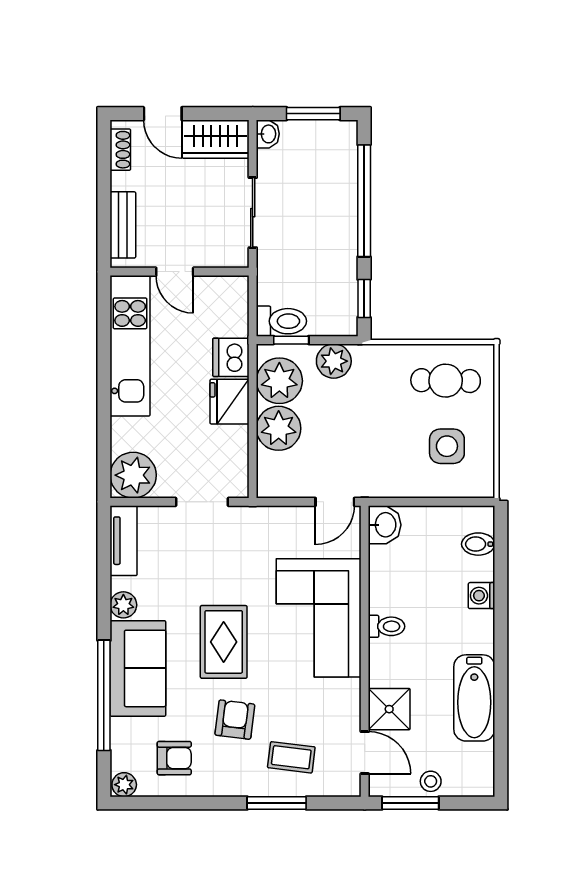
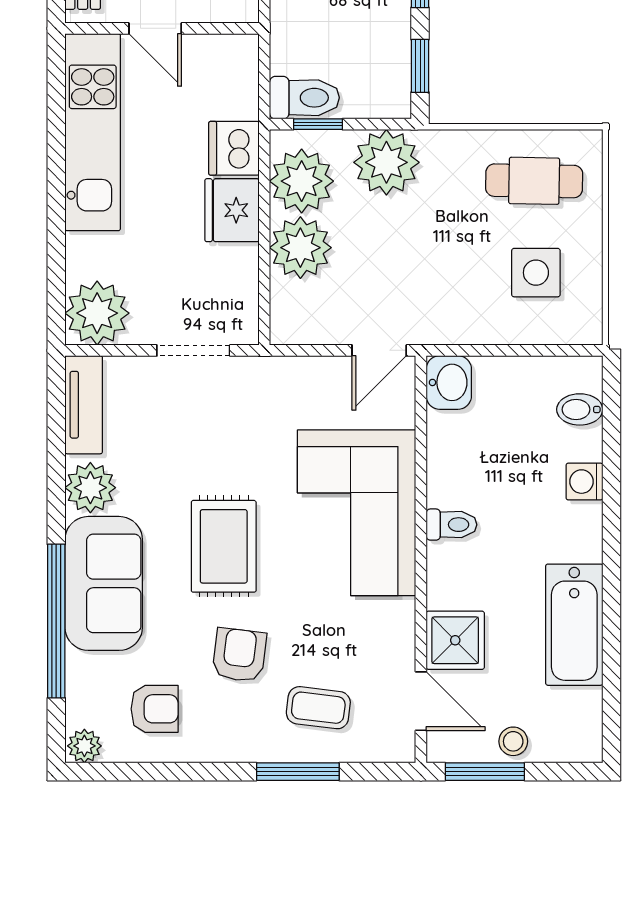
plant: (334, 361) -> (386, 162), width x1.36, depth x1.36
plant: (123, 605) -> (90, 488), width x1.38, depth x1.38

